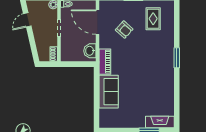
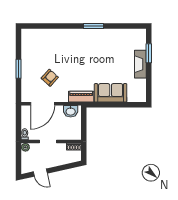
rug: (153, 19) -> (39, 49), removed
window: (177, 58) -> (94, 26), moved
fireplace: (160, 122) -> (140, 64), moved

